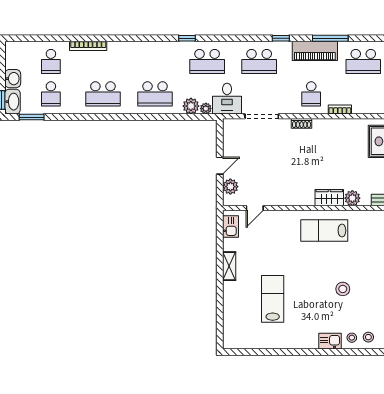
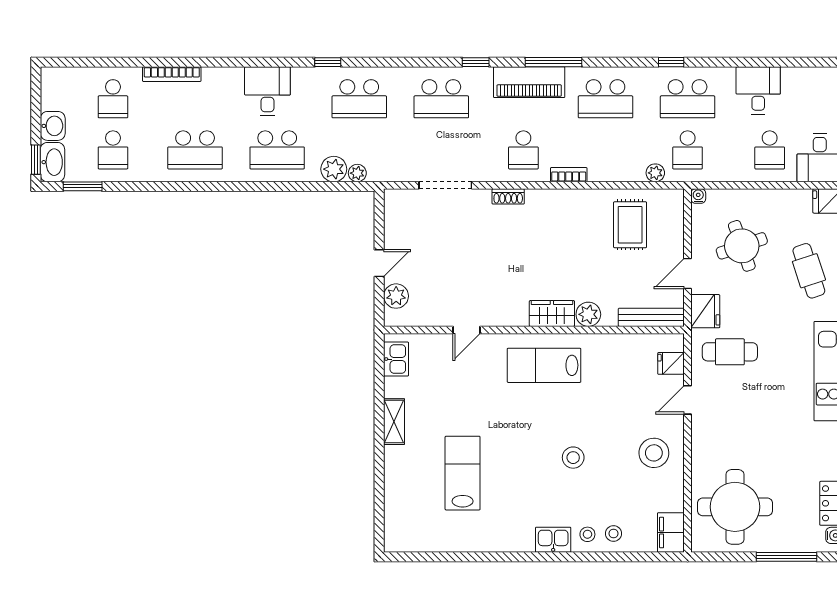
desk: (227, 99) -> (267, 91), moved, turned 180
door: (255, 208) -> (466, 330), moved

